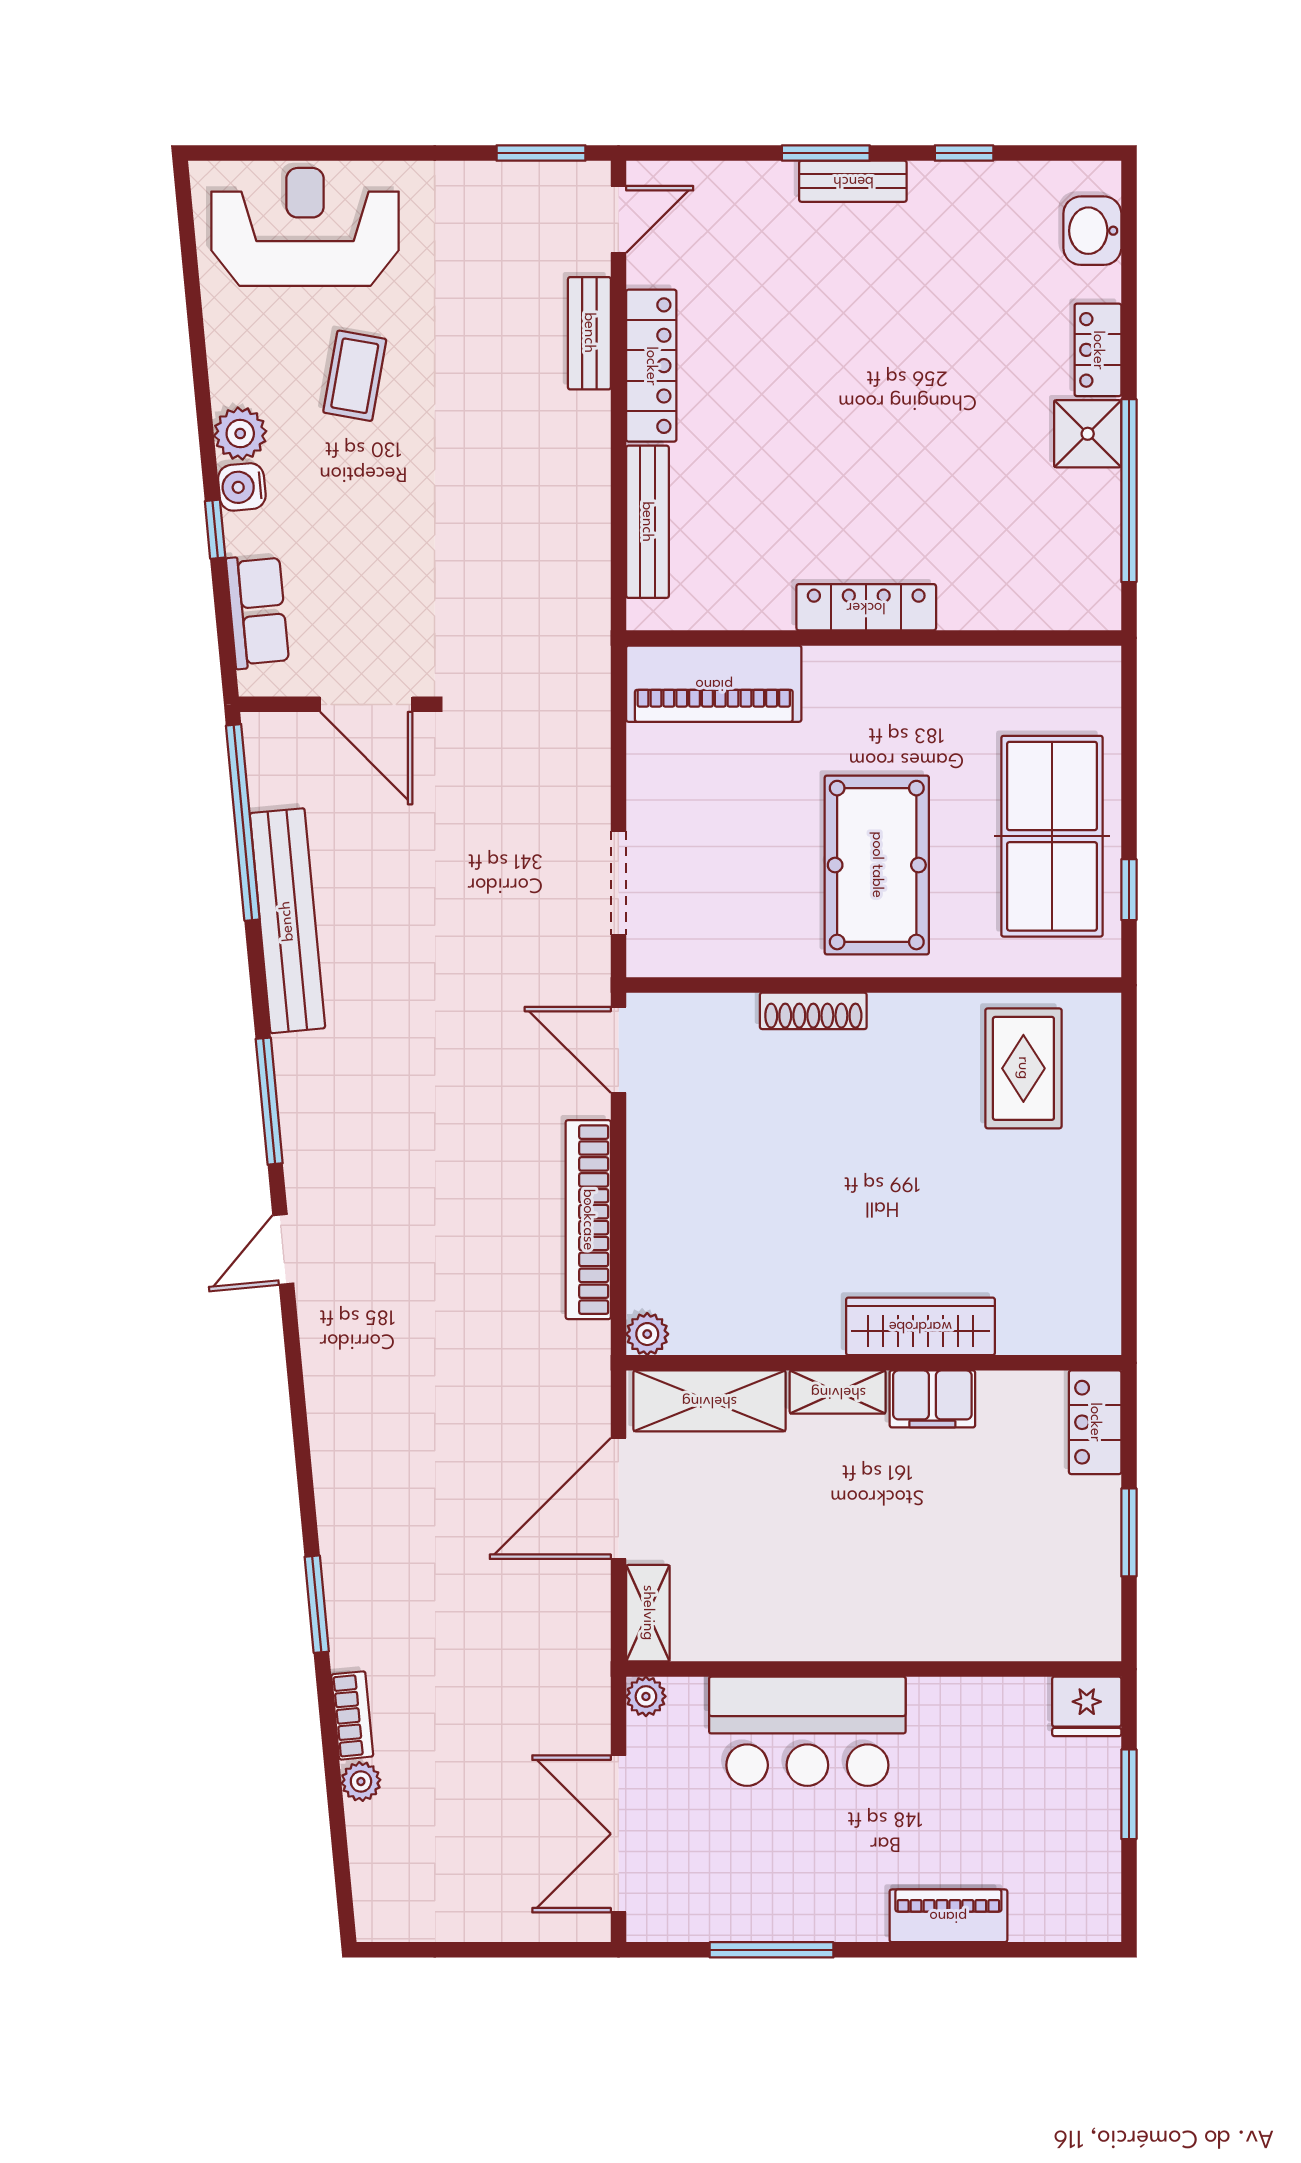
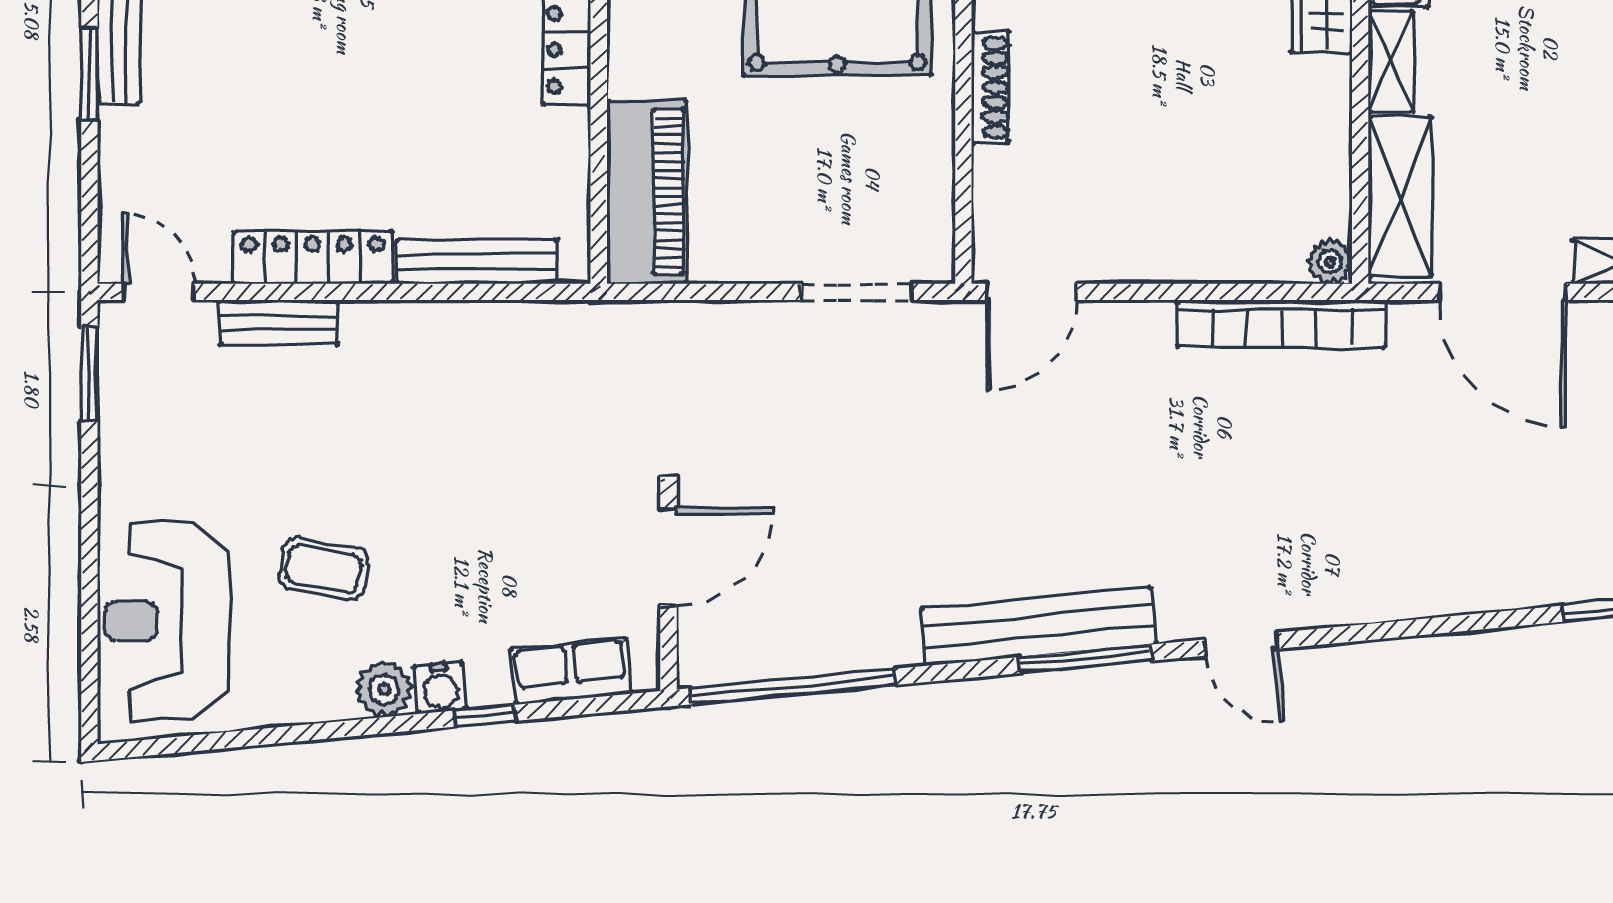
bench: (287, 921) -> (1038, 626), moved
bookcase: (588, 1220) -> (1281, 324), moved

